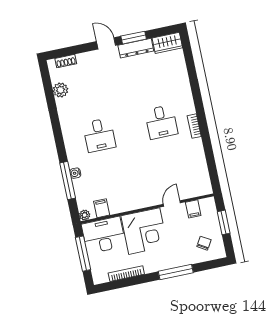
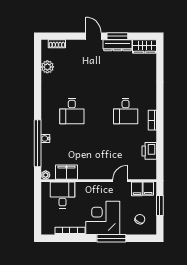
printer: (198, 162) -> (149, 151), added
window: (68, 180) -> (38, 143), width x1.46
filing cabinet: (206, 206) -> (148, 189), added
filing cabinet: (102, 208) -> (66, 172), width x2.00
corner desk: (144, 231) -> (103, 218), moved, turned 180
desk: (104, 235) -> (62, 195), width x0.73
window: (83, 254) -> (38, 207), removed

